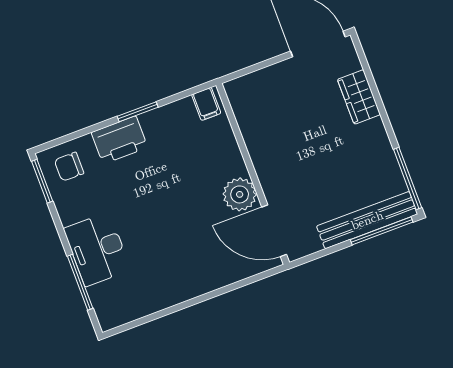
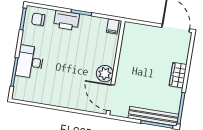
wardrobe: (359, 97) -> (178, 75), moved

